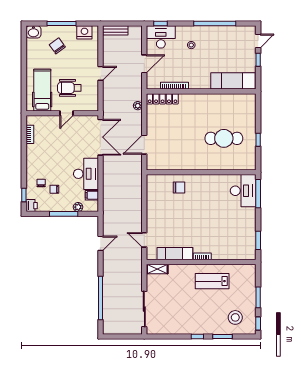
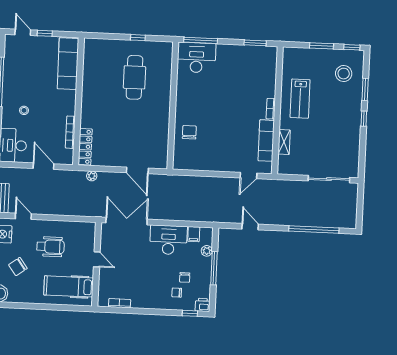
door: (100, 73) -> (23, 216), moved
wheelchair: (69, 88) -> (50, 247), moved, turned -90
shelving: (157, 269) -> (284, 142), moved

